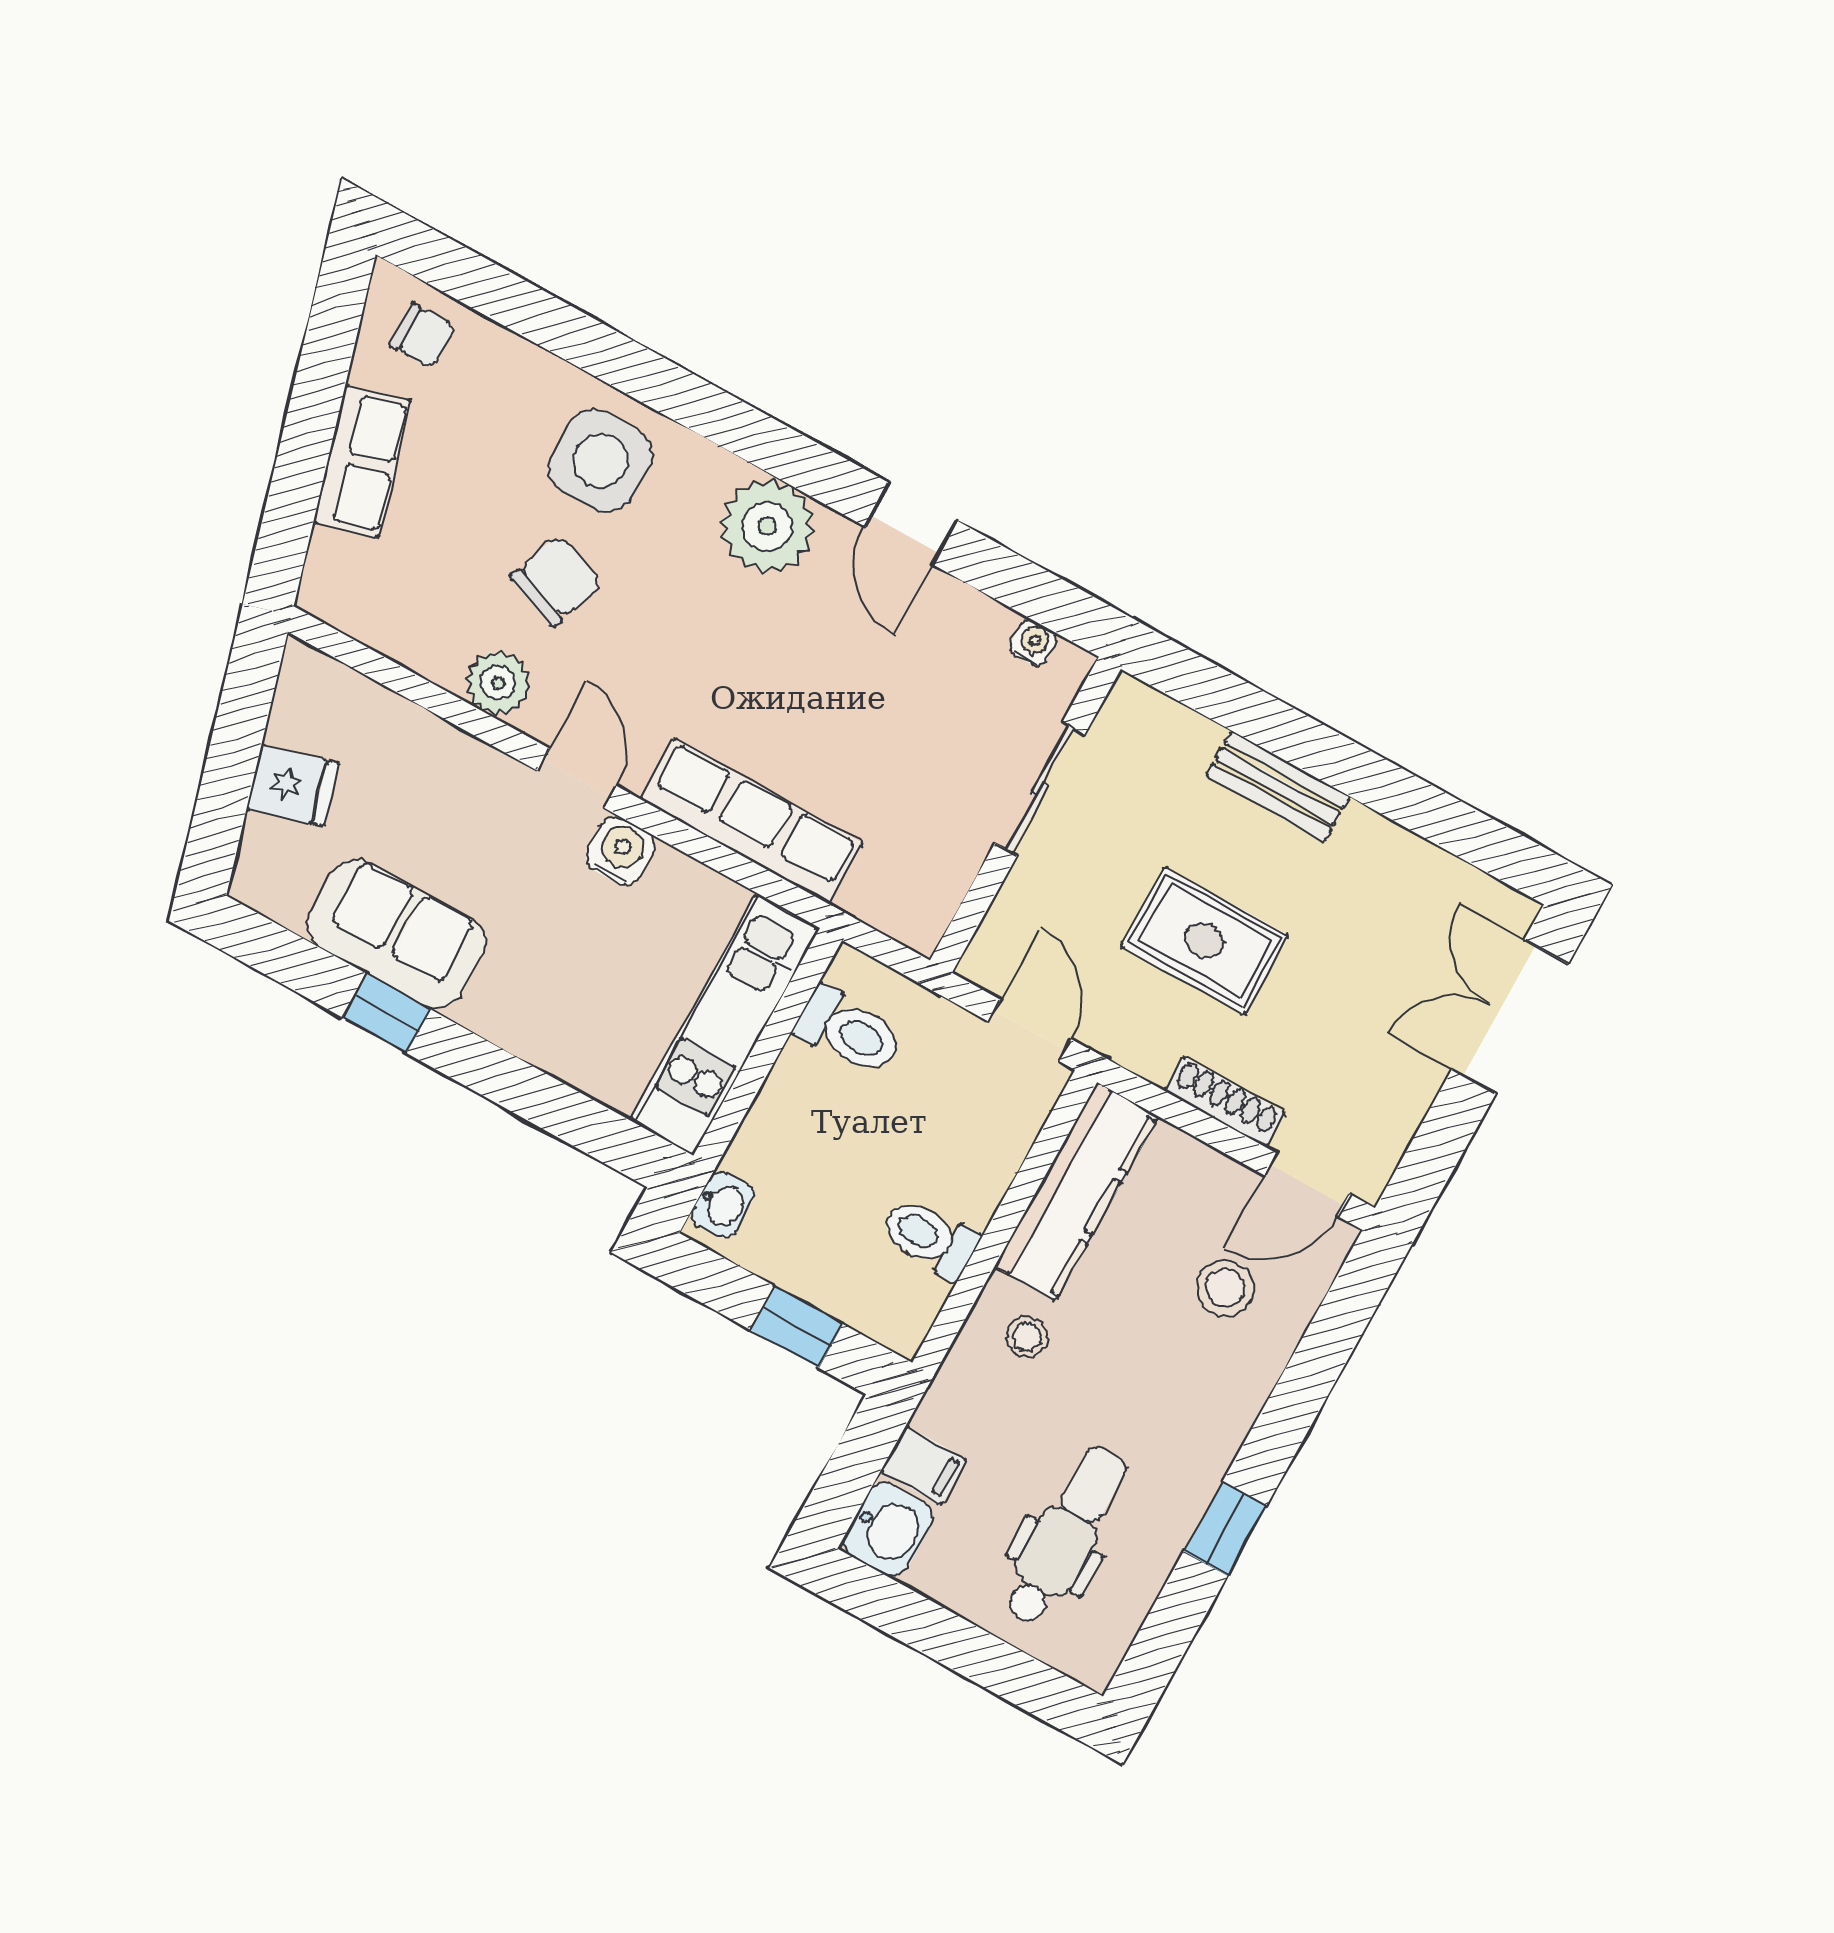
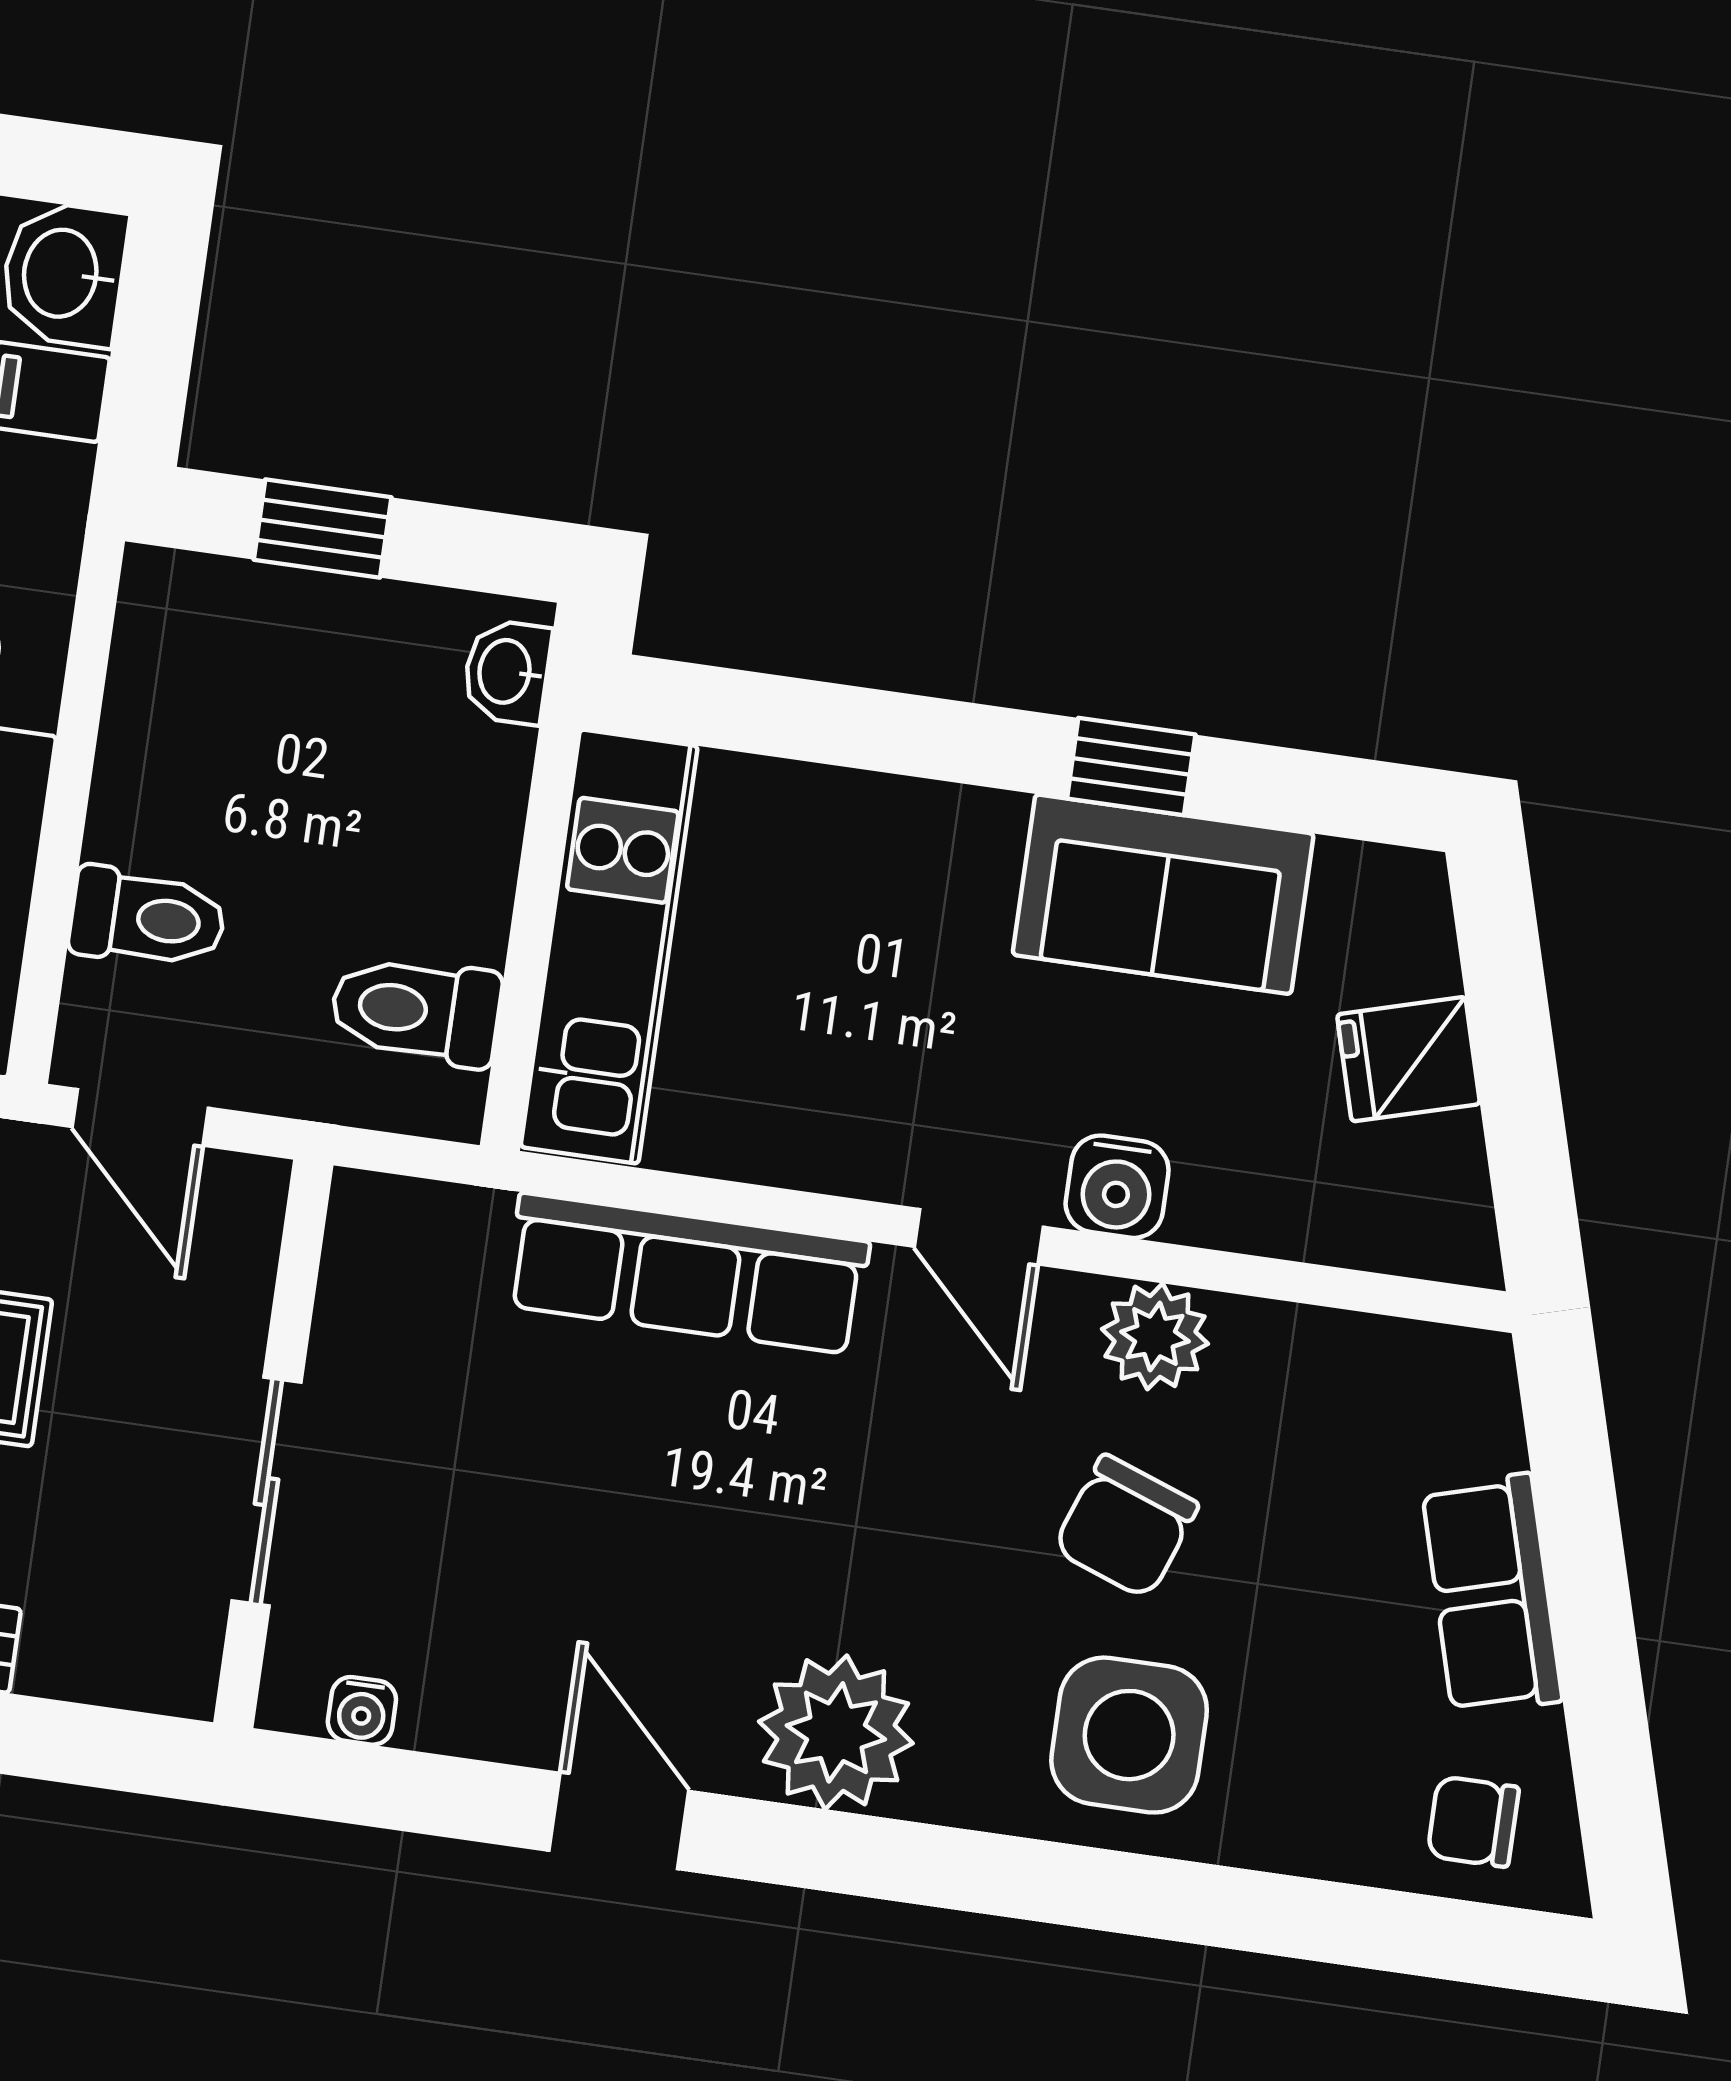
water cooler: (620, 851) -> (1117, 1187), moved
toilet: (929, 1237) -> (148, 918), moved

